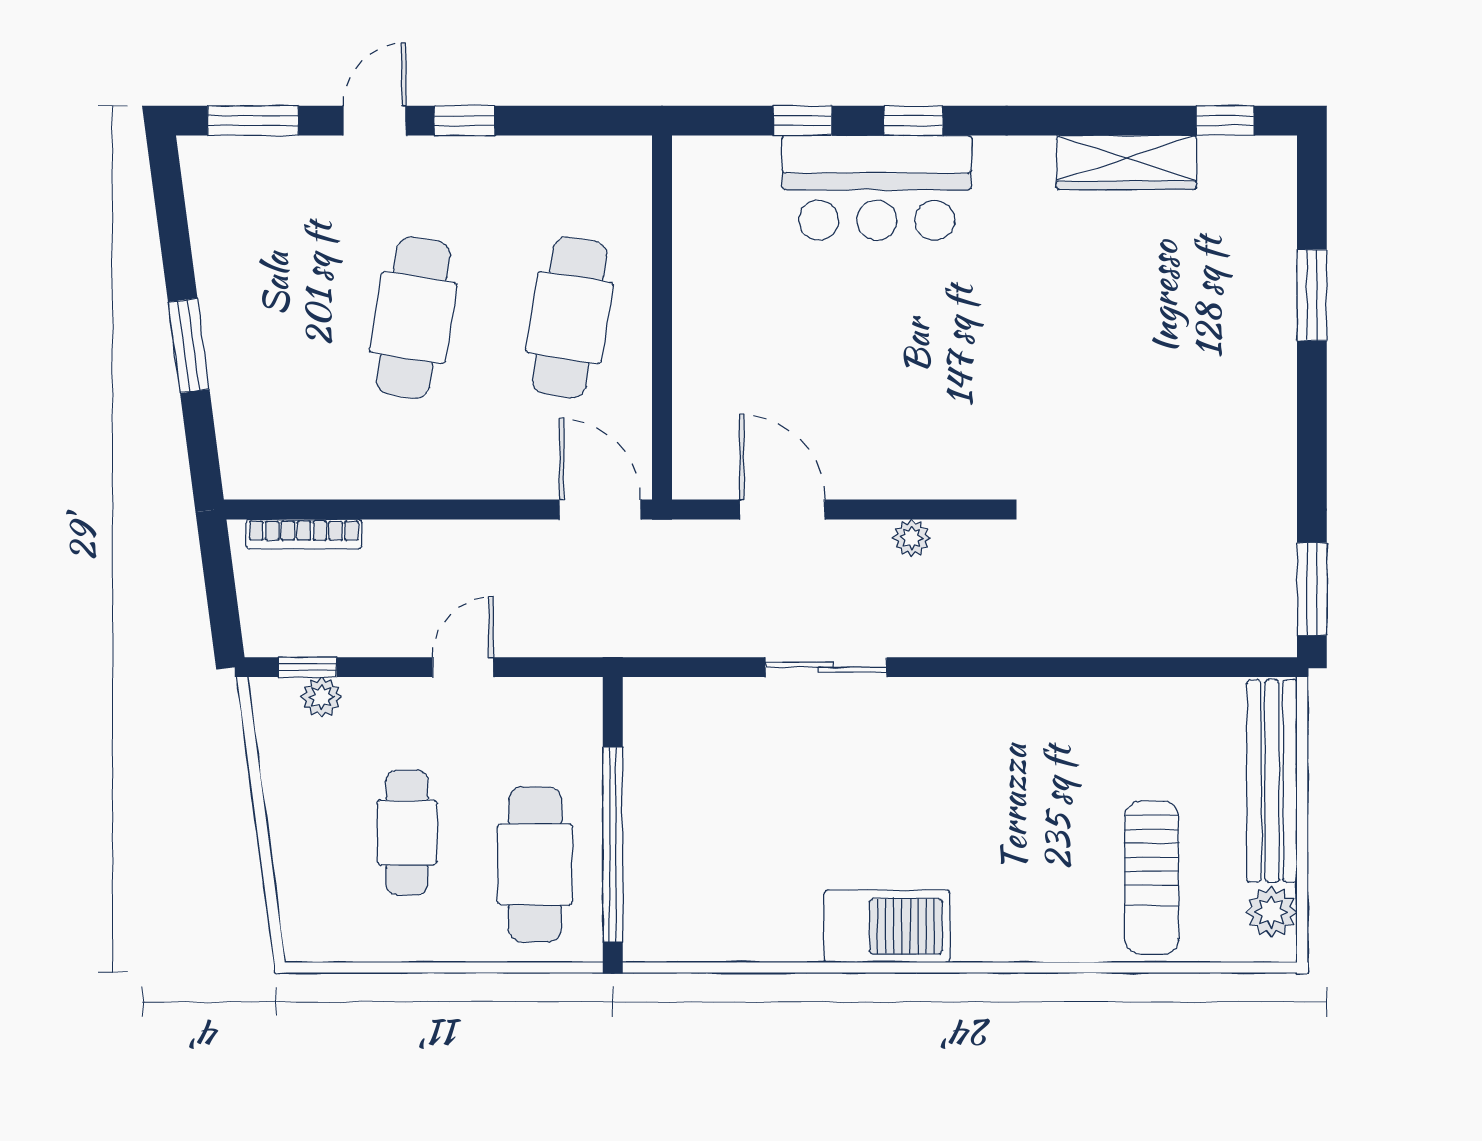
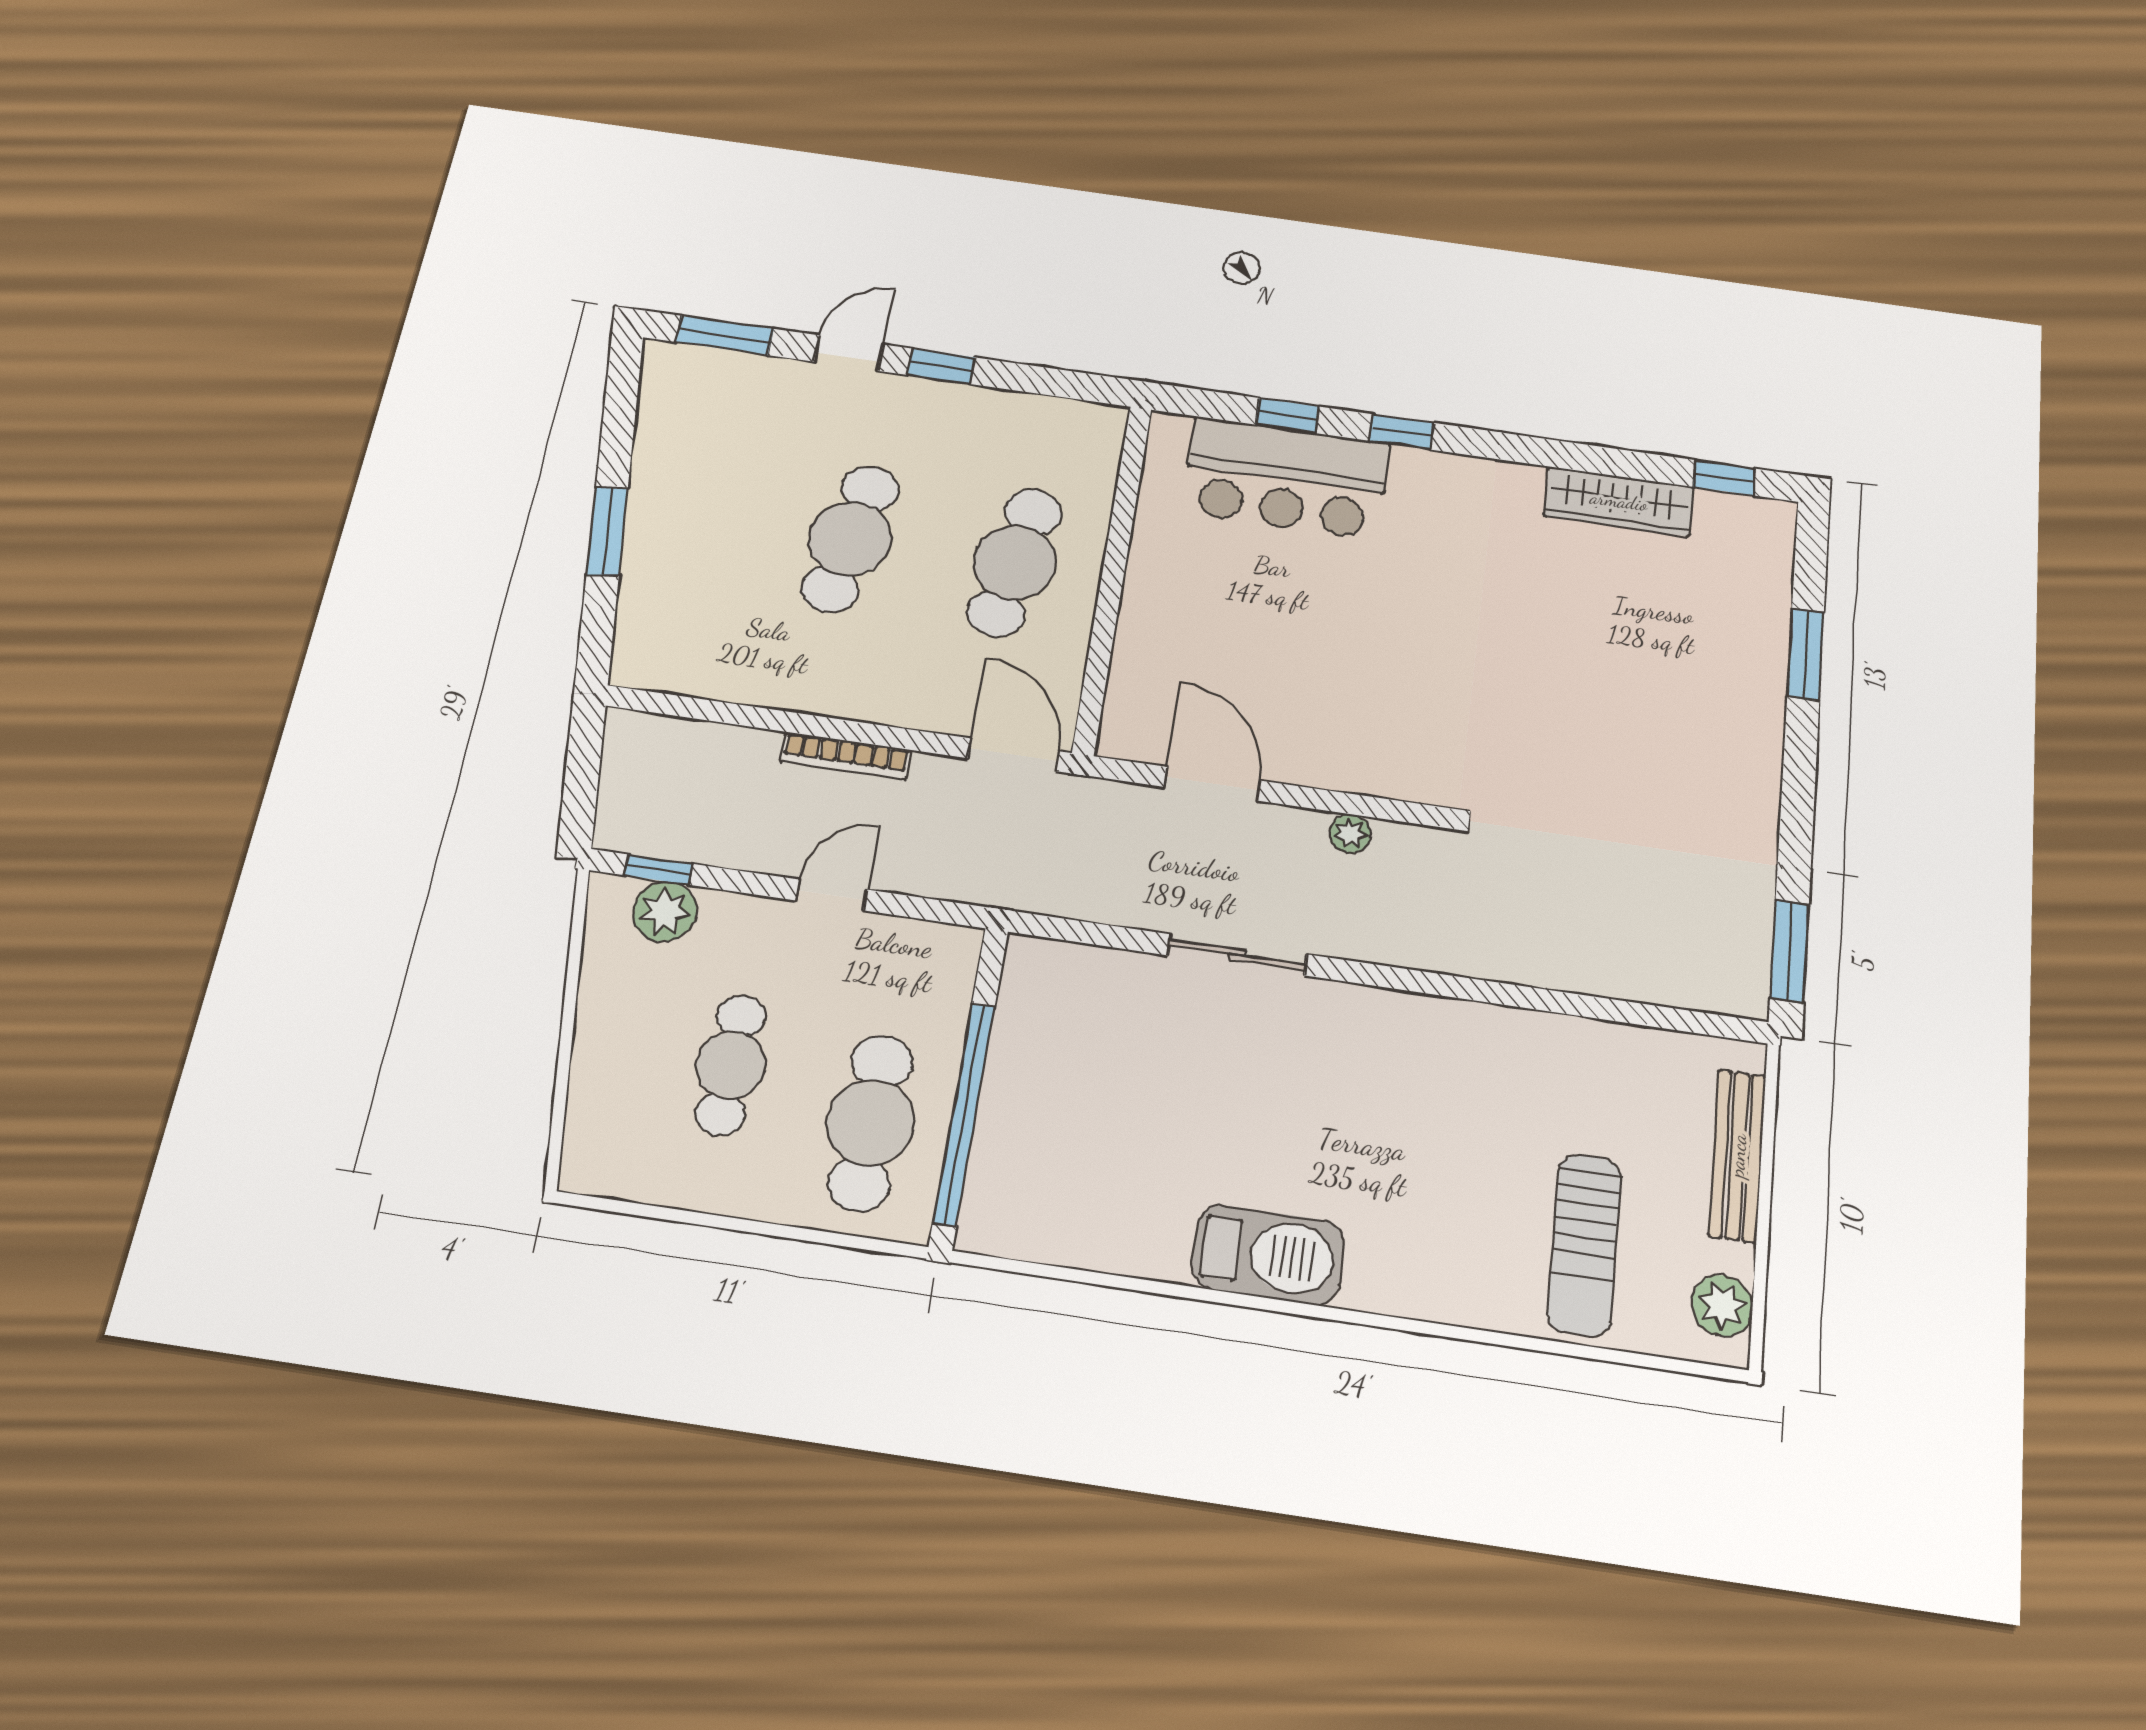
bar counter: (877, 188) -> (1286, 478), moved
bookcase: (304, 534) -> (846, 756), moved
plant: (321, 697) -> (665, 912), width x1.38, depth x1.38
bench: (1272, 781) -> (1737, 1155), width x0.73, depth x0.82

